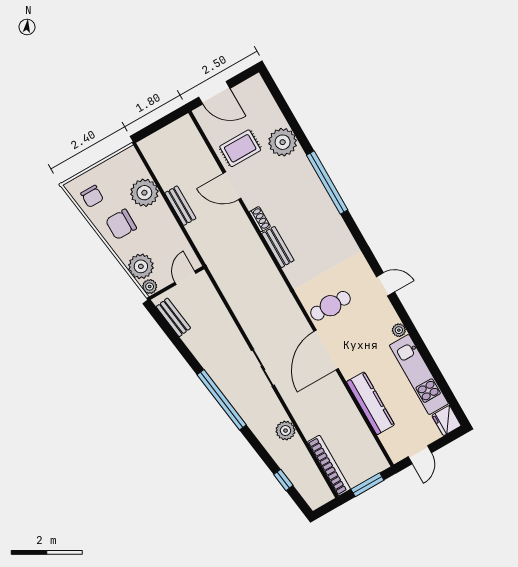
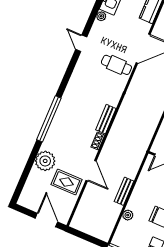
plant: (144, 193) -> (128, 215), width x0.53, depth x0.53

